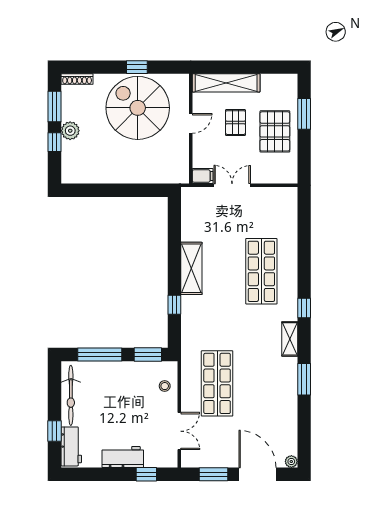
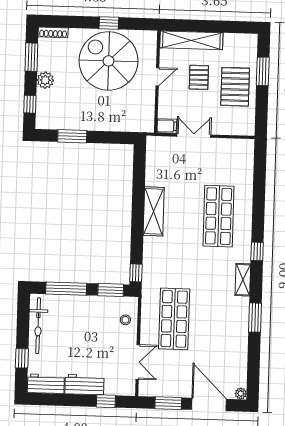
window: (54, 142) -> (30, 104), moved
window: (101, 190) -> (72, 136), added
window: (174, 305) -> (136, 273), moved
workbench: (71, 446) -> (46, 384), moved, turned -90

